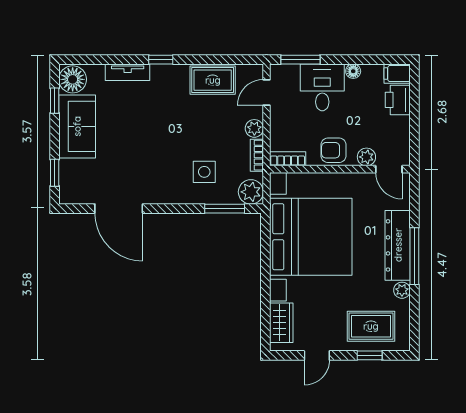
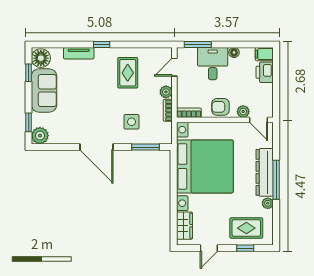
rug: (213, 80) -> (128, 73), moved, turned 90
plant: (251, 192) -> (40, 136), moved
door: (119, 209) -> (97, 147), moved

